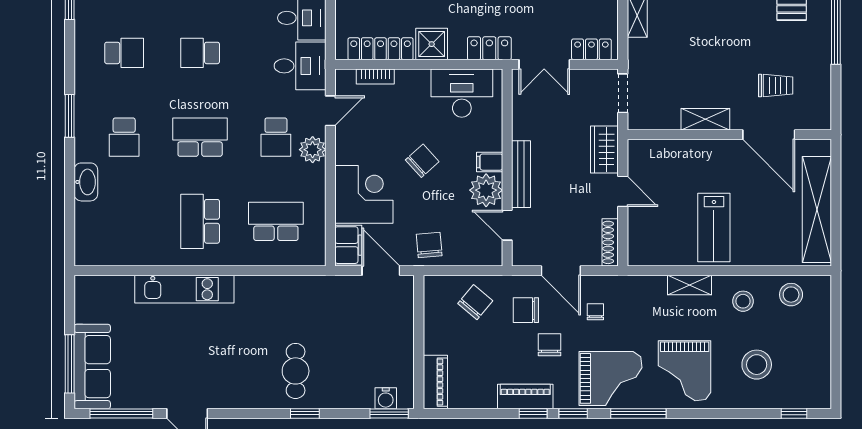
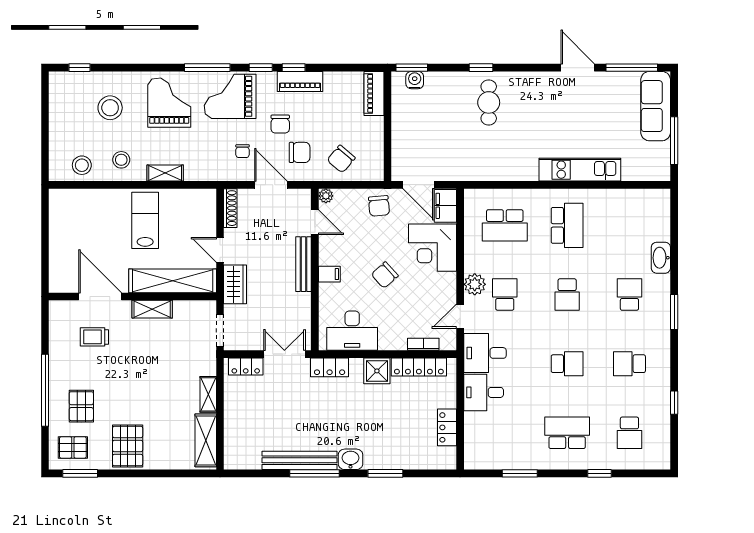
school desk: (200, 137) -> (567, 295), width x0.54
plant: (486, 190) -> (326, 196), moved, width x0.53, depth x0.53
shelving: (817, 209) -> (173, 281), moved, turned 90
window: (70, 364) -> (674, 141), moved

